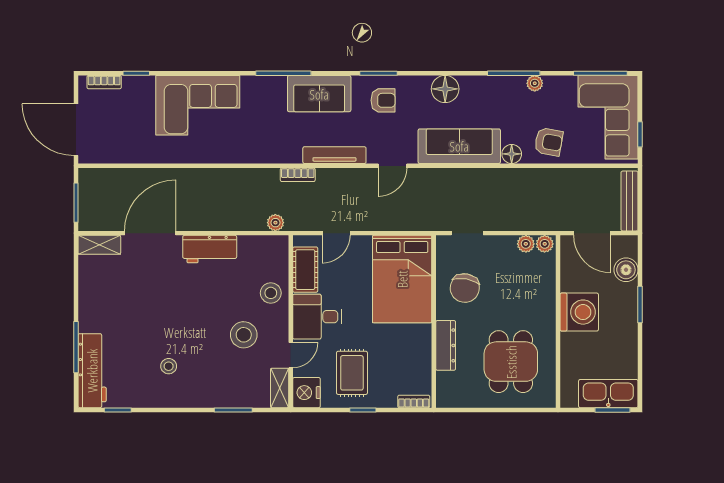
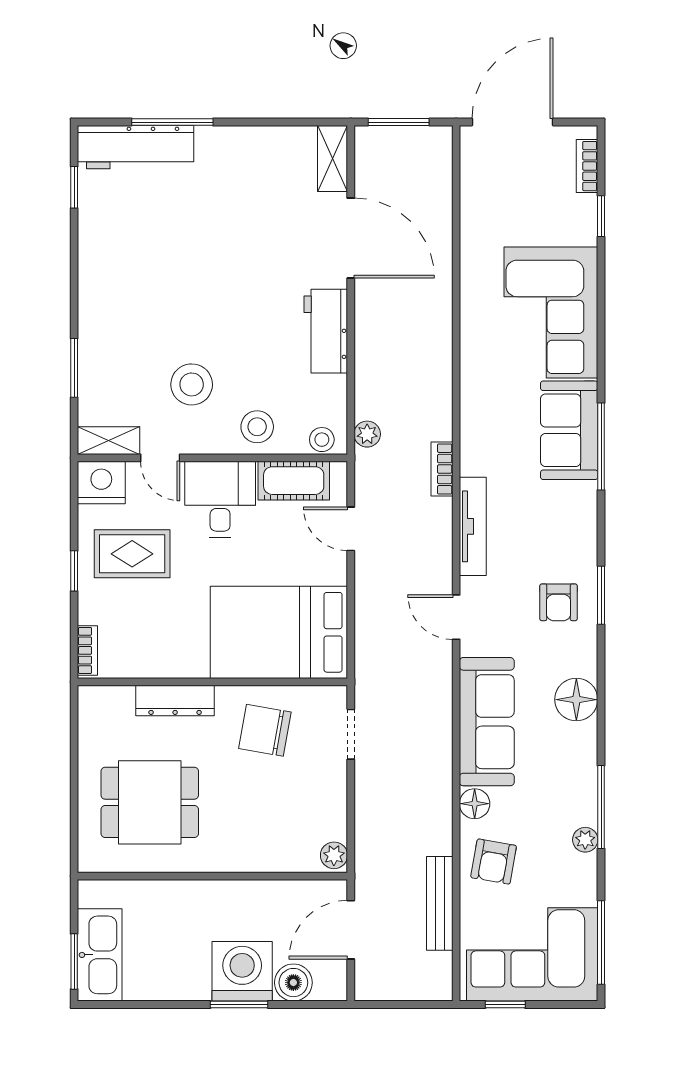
sofa: (319, 94) -> (569, 430), moved
bench: (630, 201) -> (440, 903), moved, turned 90
plant: (526, 244) -> (334, 826), removed
washing machine: (579, 312) -> (242, 971), moved, turned 180
stool: (169, 366) -> (322, 440), moved

